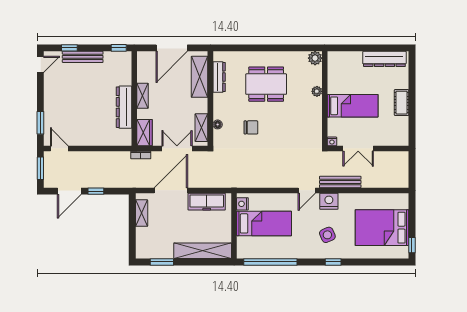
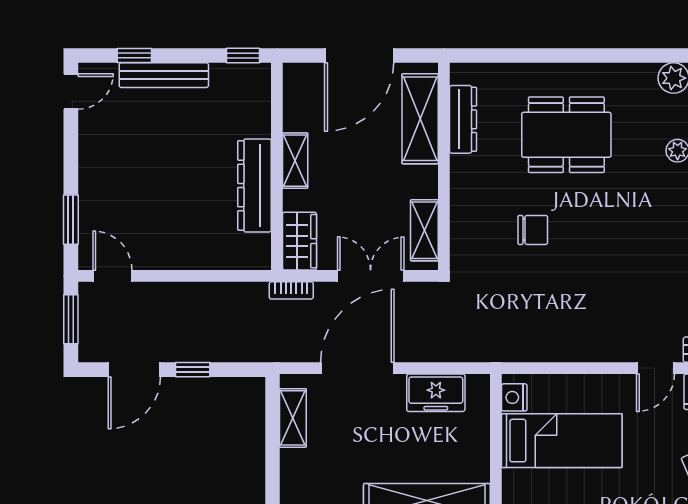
floor lamp: (218, 124) -> (460, 223), removed
freezer: (207, 202) -> (436, 393), width x0.71

